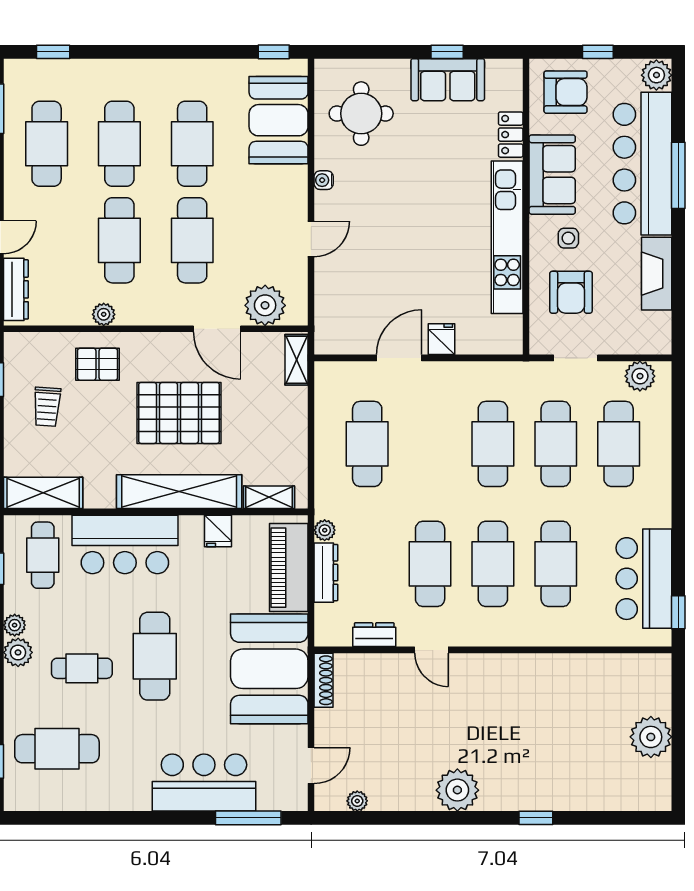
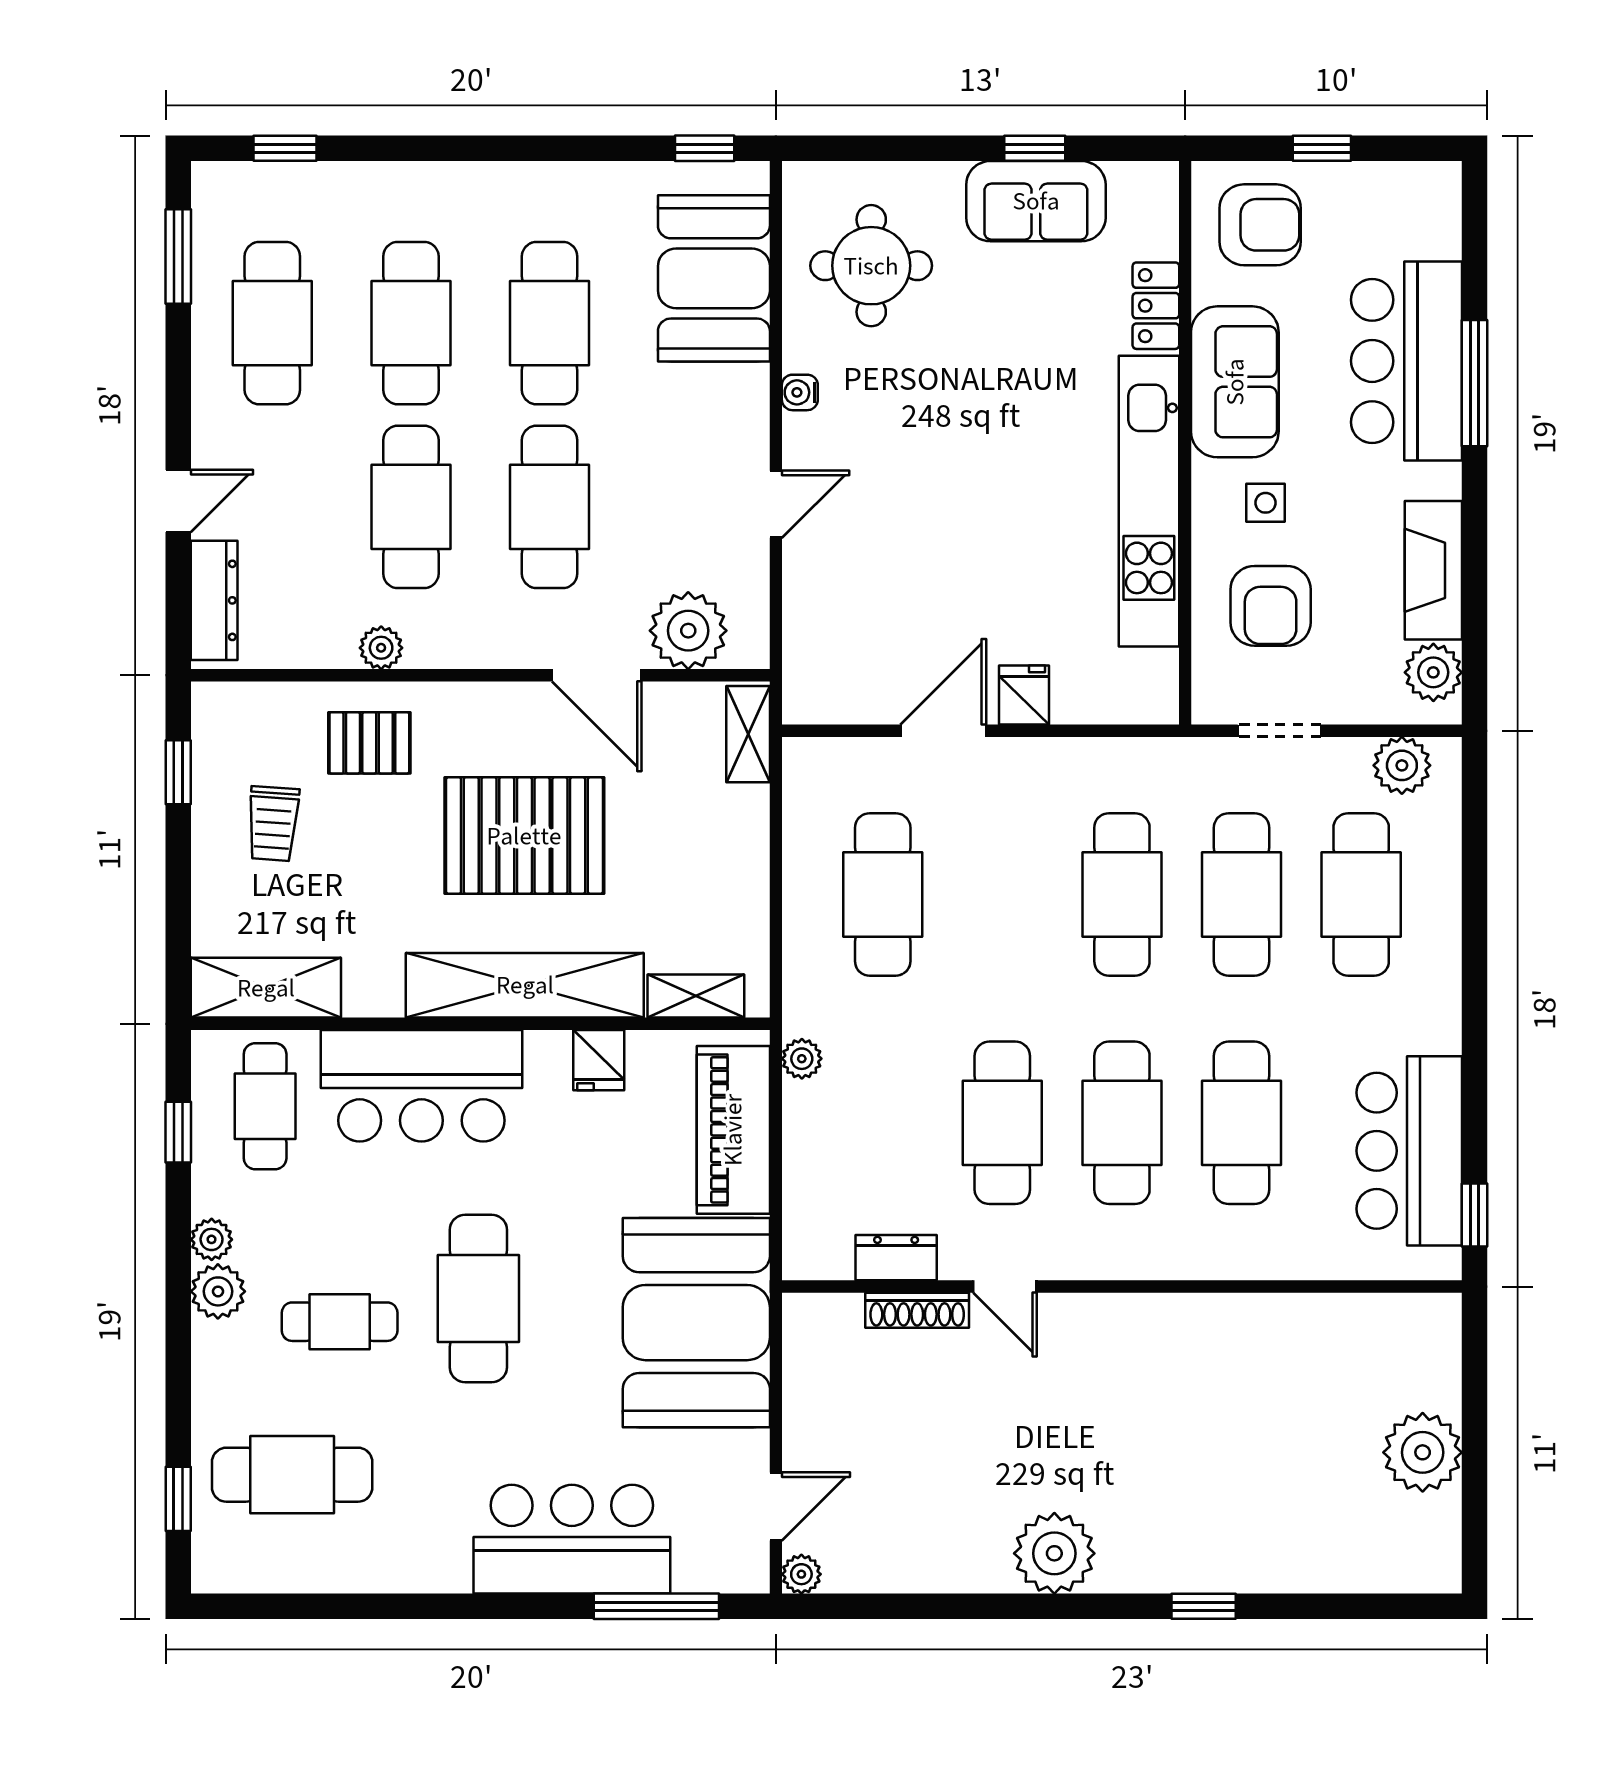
plant: (656, 75) -> (1433, 672), moved
bar counter: (642, 164) -> (1407, 361), width x0.73
dresser: (326, 573) -> (804, 1139), removed
shoe rack: (324, 680) -> (917, 1310), moved, turned 90
plant: (357, 801) -> (801, 1574), moved

